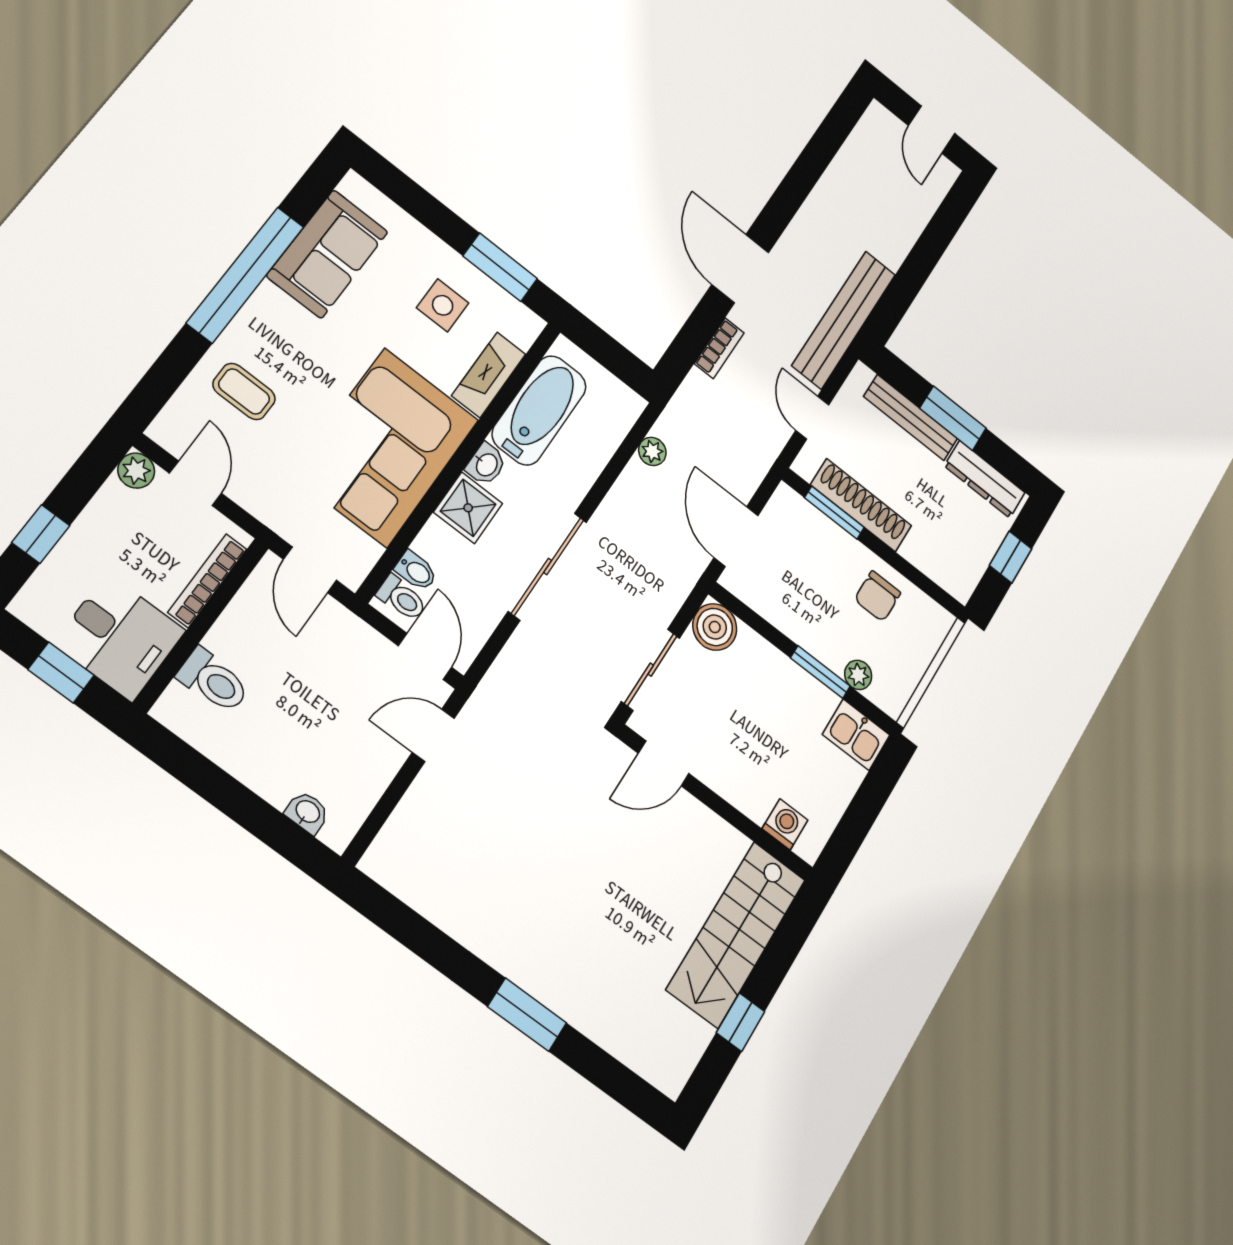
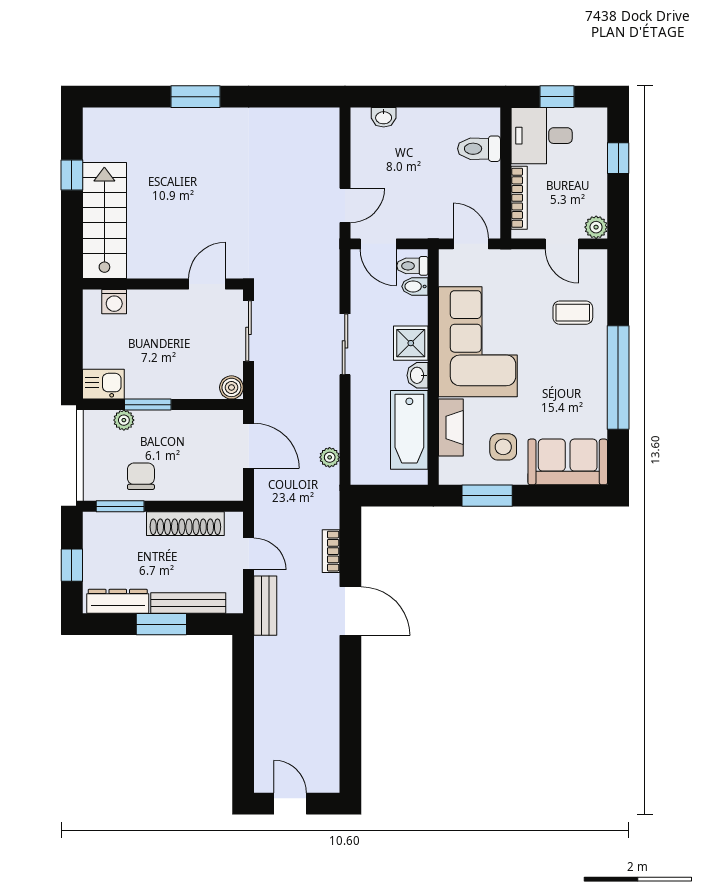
sofa: (328, 254) -> (568, 462), moved, turned 90
bench: (844, 320) -> (265, 606), width x0.54, depth x0.82
window: (834, 513) -> (120, 506), moved
sliding door: (548, 567) -> (345, 344), width x0.73
boiler: (715, 627) -> (231, 387), width x0.73, depth x0.73

